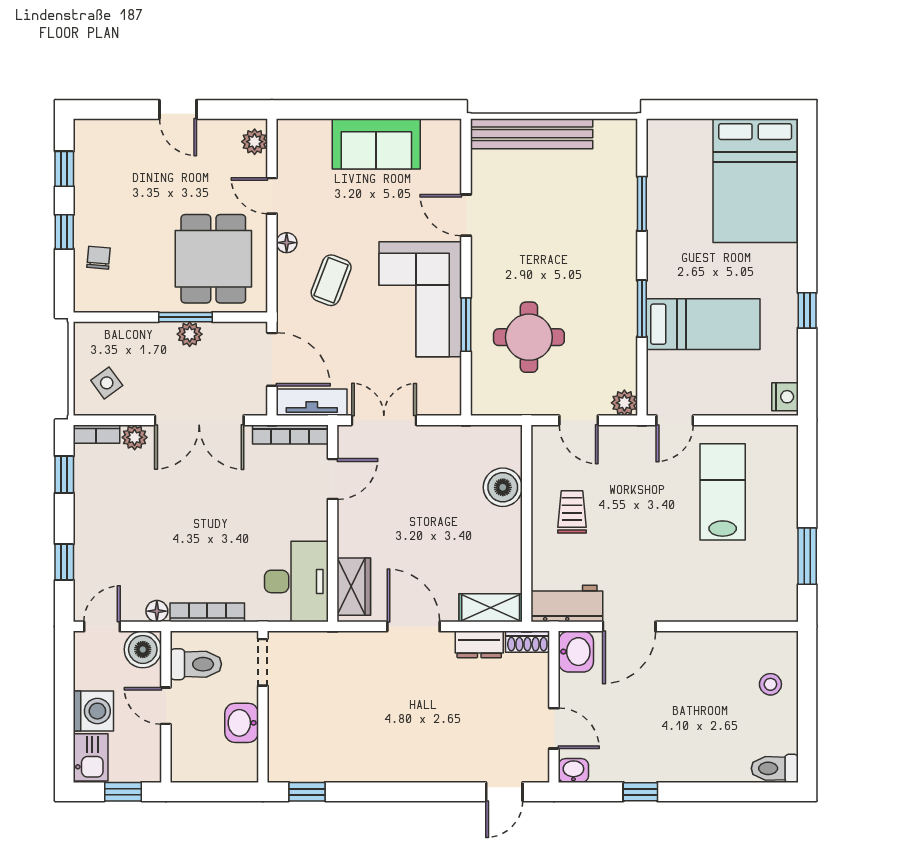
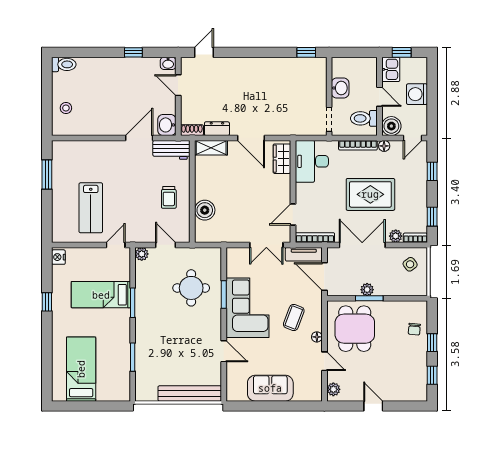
bed: (755, 181) -> (81, 369), width x0.67
rug: (183, 518) -> (370, 194), added
kitchen sink: (91, 757) -> (391, 69), moved, turned 180

